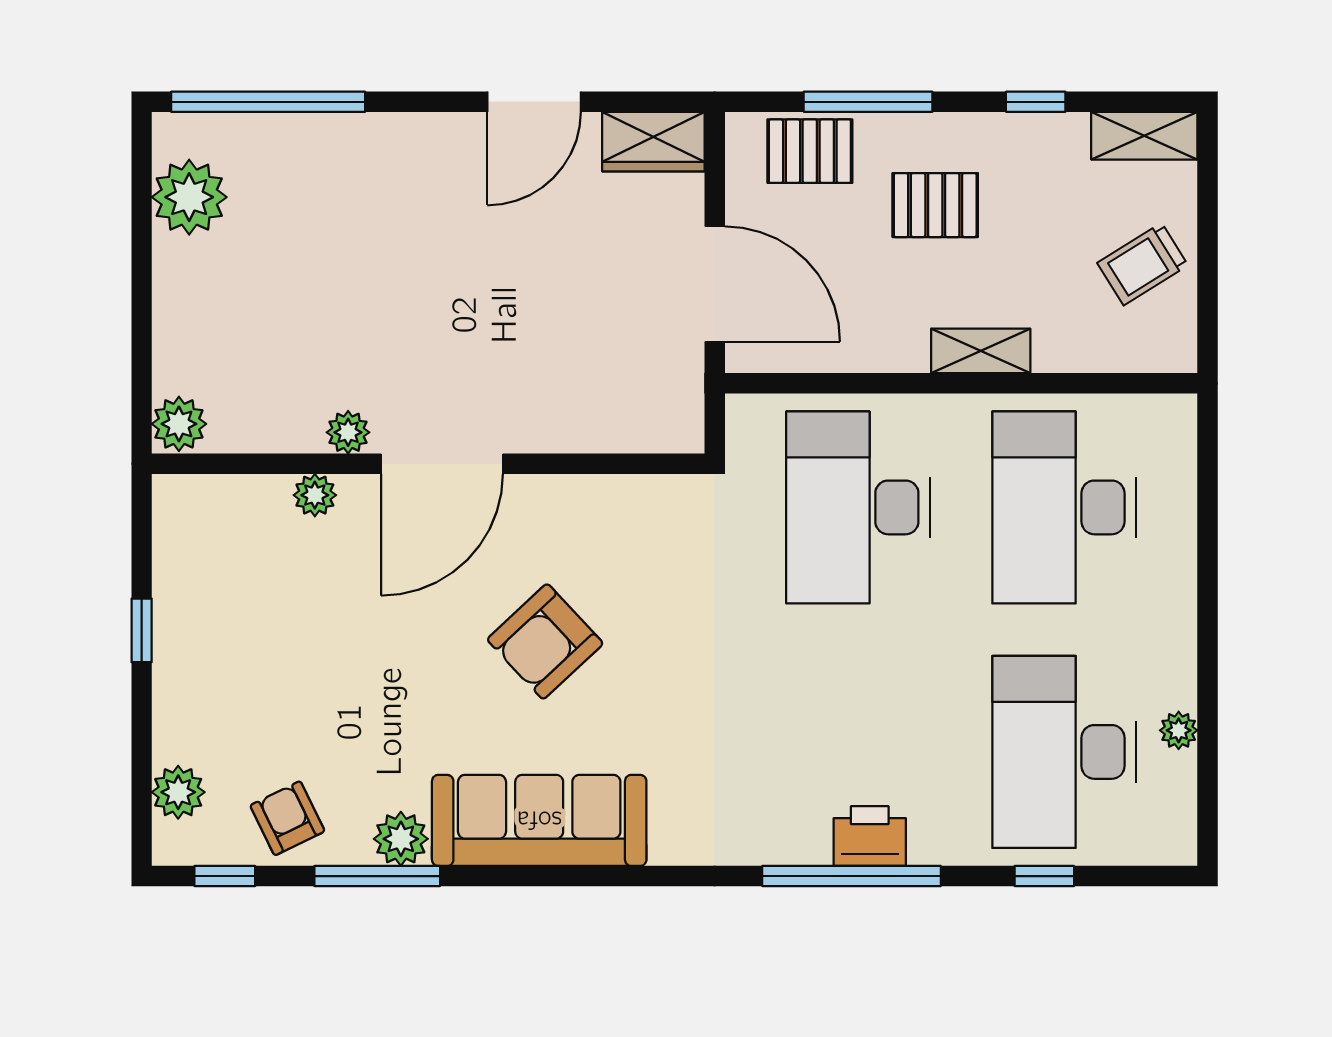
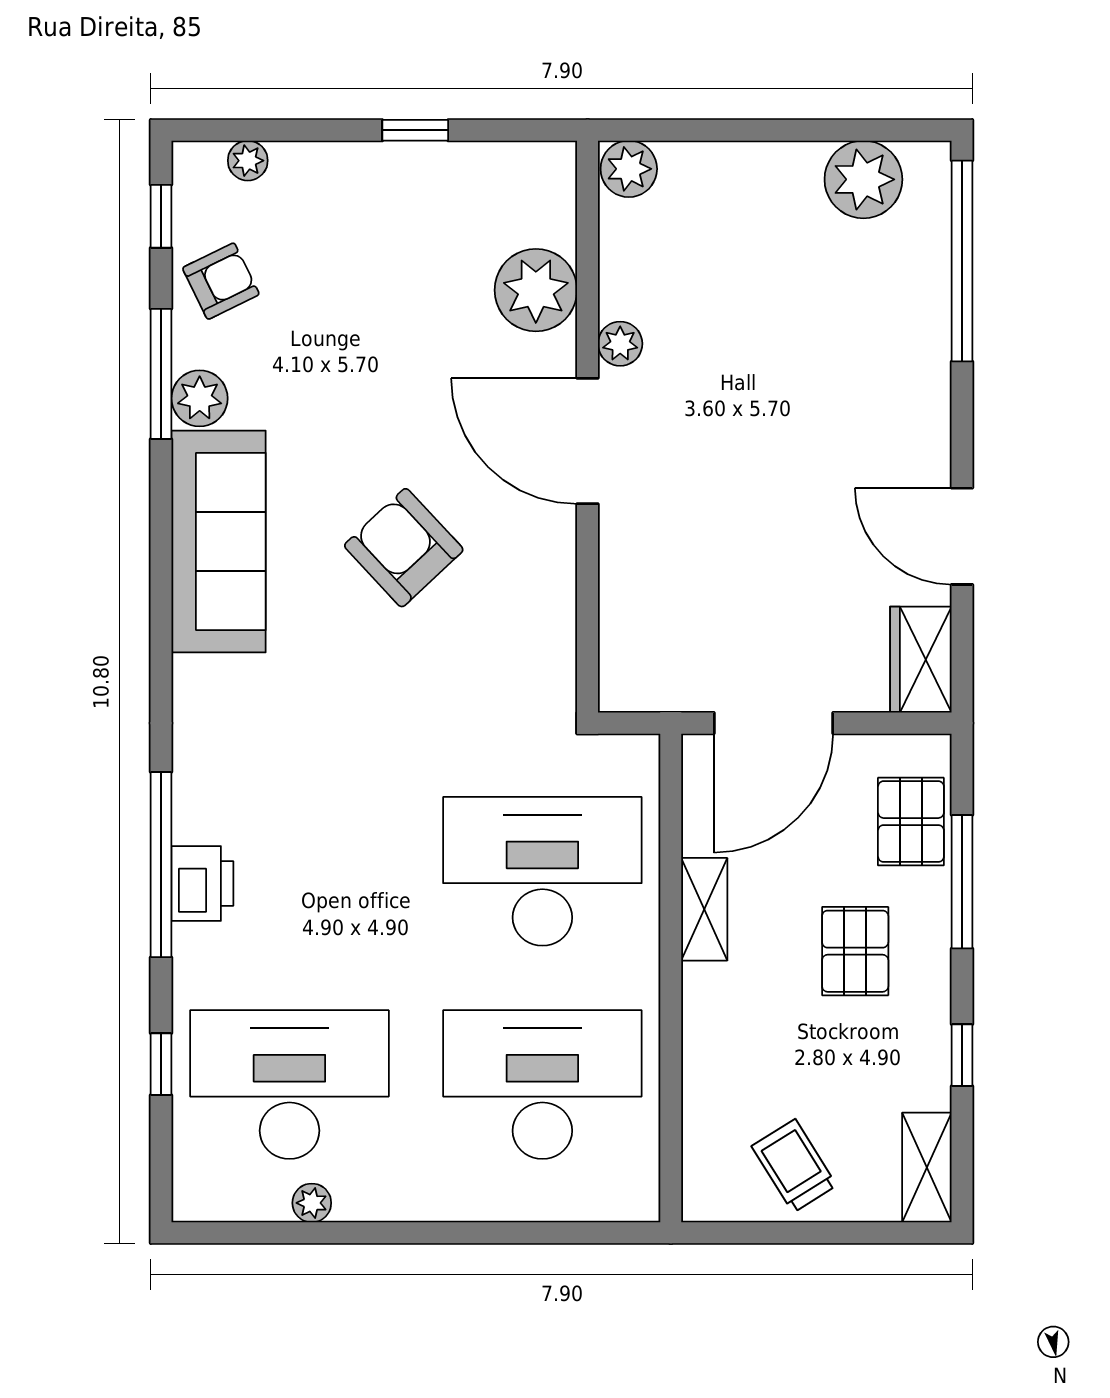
shelving: (981, 351) -> (704, 909), moved
plant: (315, 495) -> (536, 290), width x1.88, depth x1.88
plant: (178, 792) -> (248, 161), width x0.73, depth x0.73

